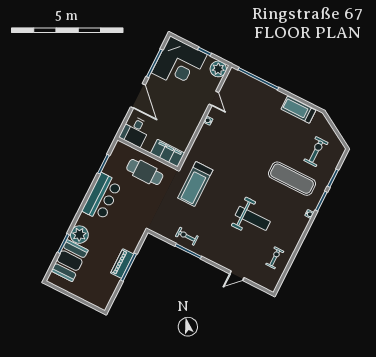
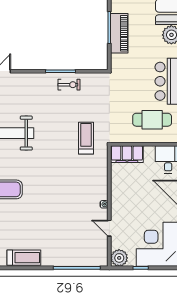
cafe table: (145, 172) -> (152, 120), moved
treadmill: (195, 184) -> (86, 138), width x0.73, depth x0.73
piano: (122, 264) -> (119, 33), width x1.37, depth x1.33

